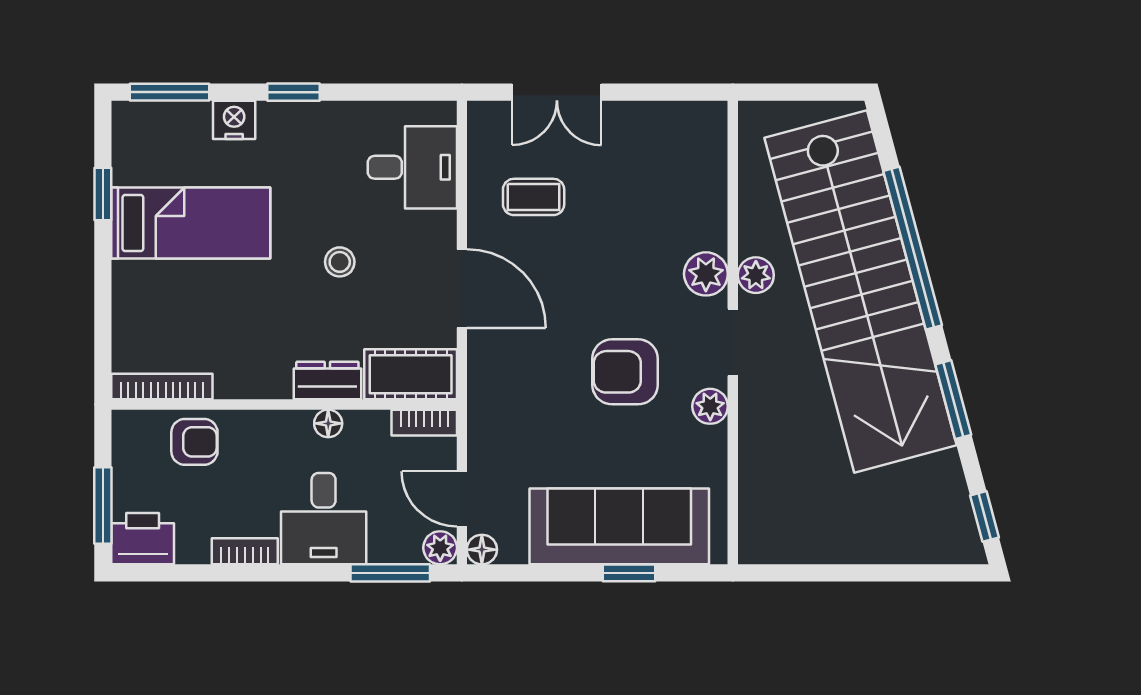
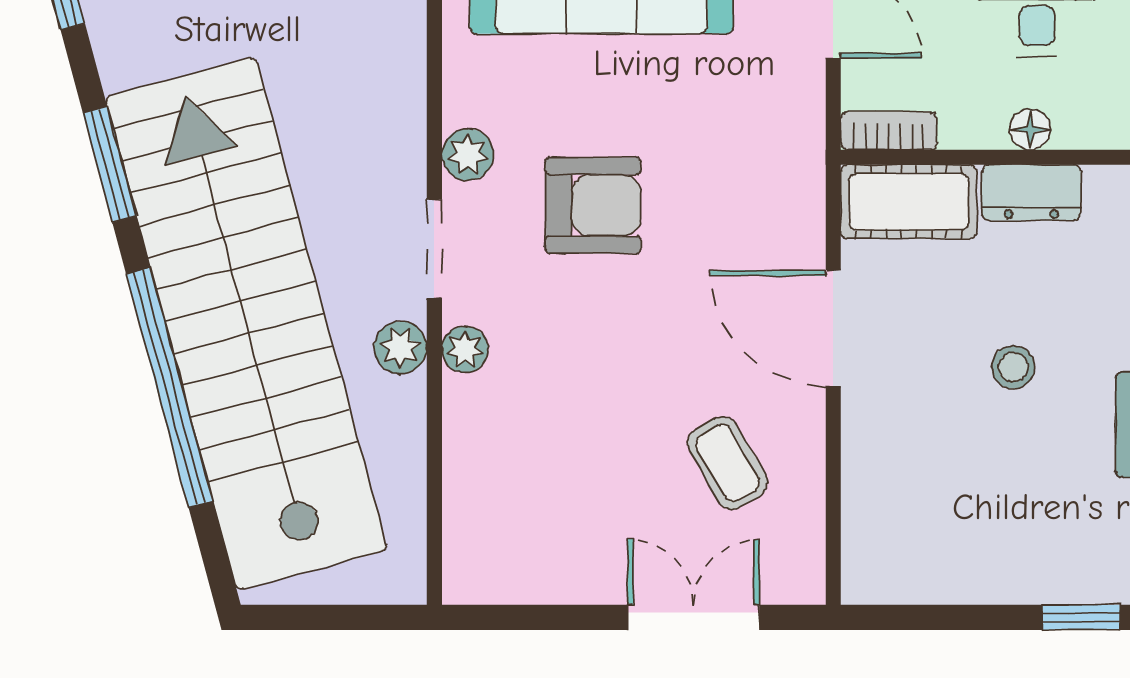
desk: (412, 167) -> (906, 507), removed
coffee table: (534, 197) -> (728, 463), turned 60
plant: (706, 274) -> (465, 349), width x0.73, depth x0.73

